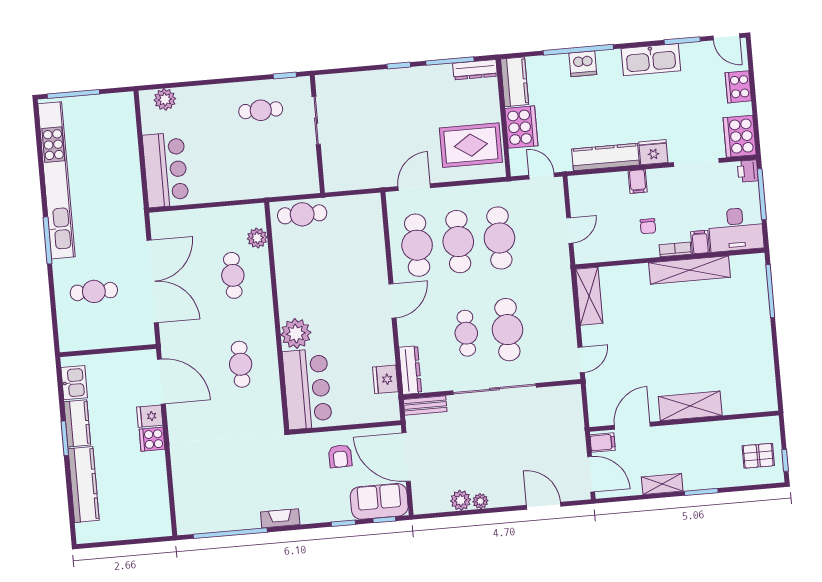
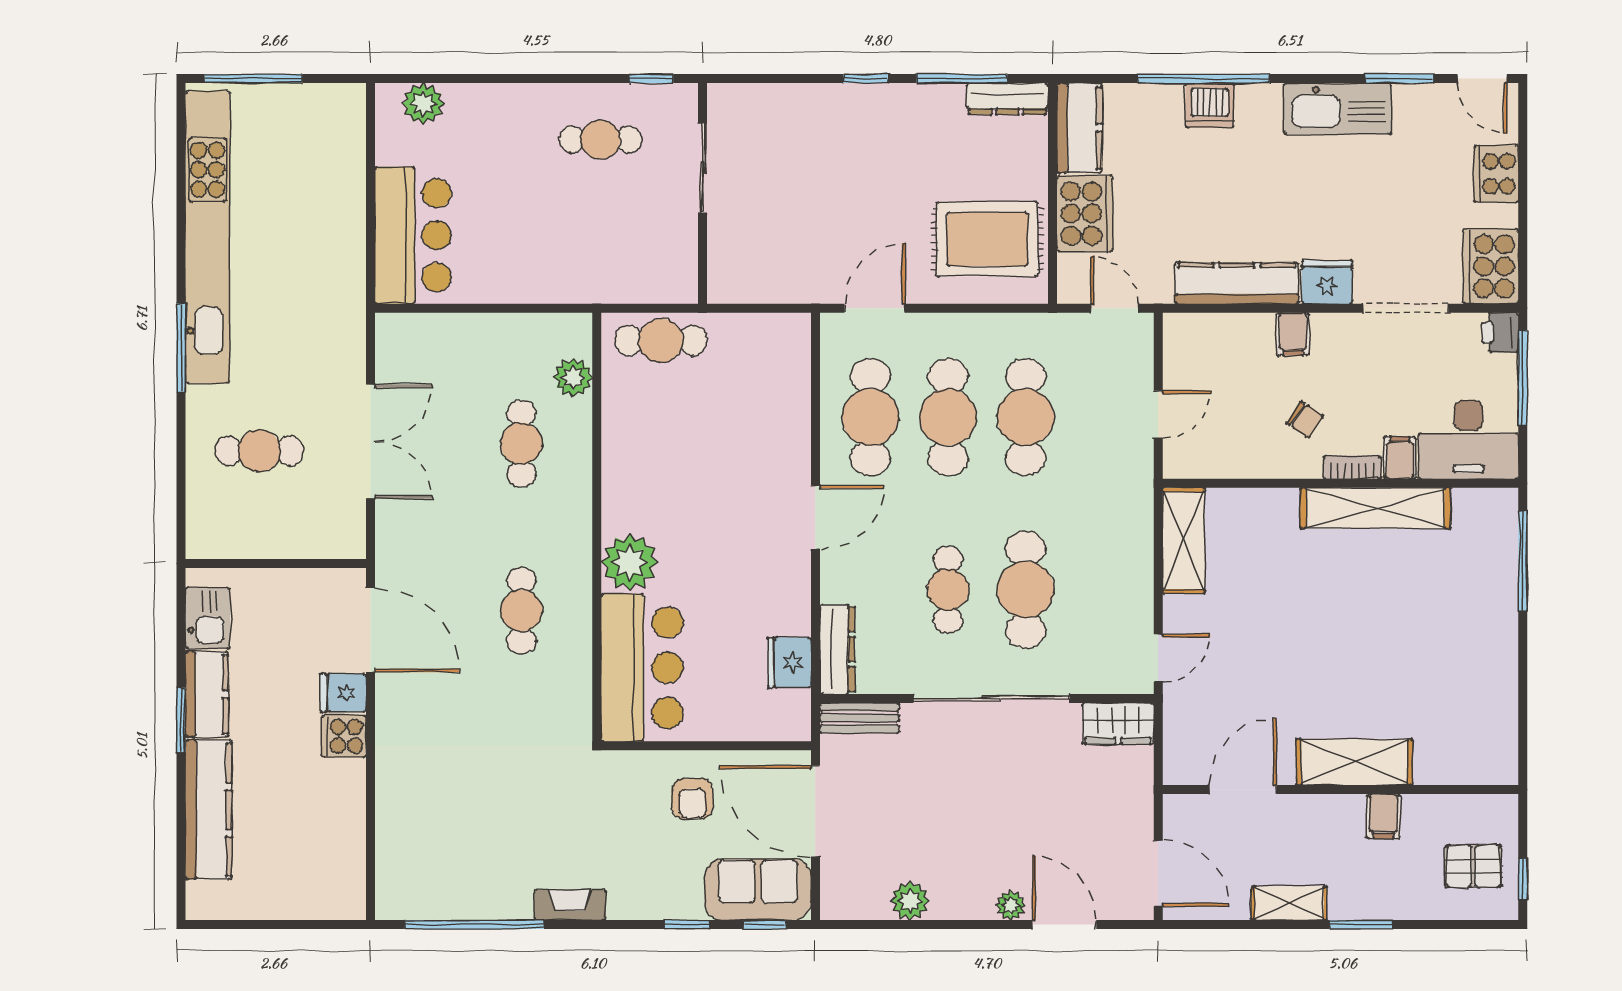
chair: (648, 226) -> (1305, 419), turned -56
double door: (153, 281) -> (371, 442), width x0.73
wardrobe: (563, 396) -> (1118, 724), added
filing cabinet: (603, 442) -> (1383, 816), moved, turned 90
plant: (480, 501) -> (1011, 906), moved

